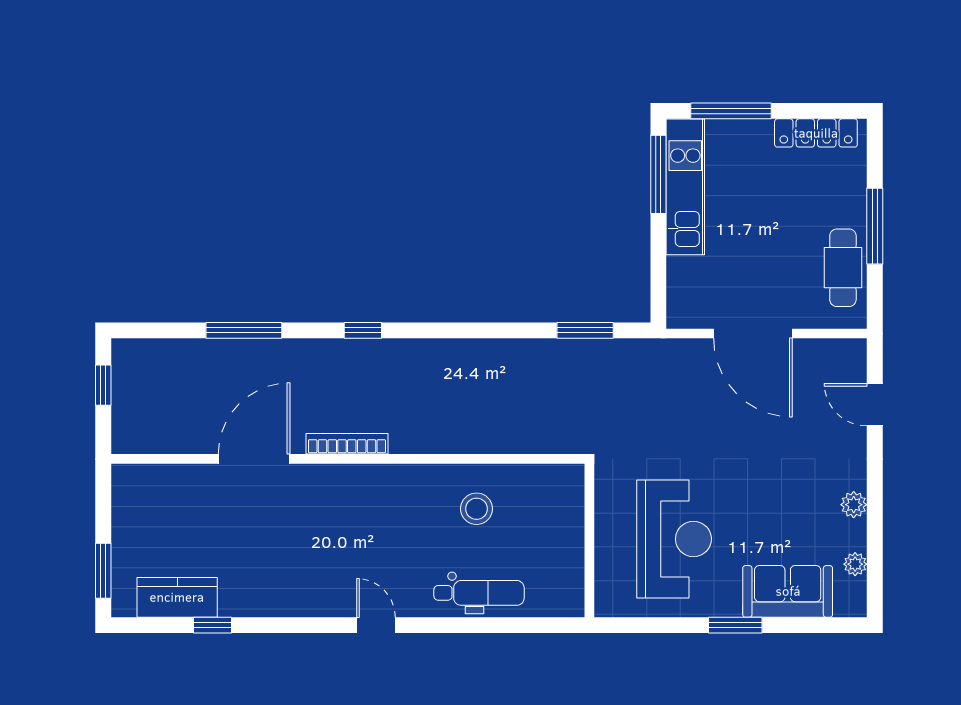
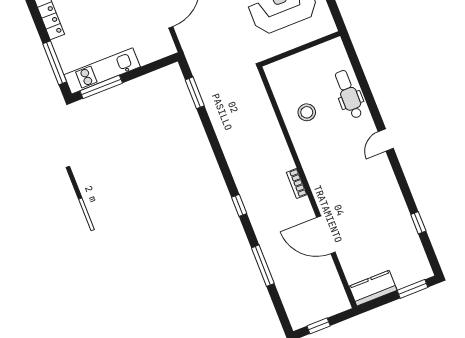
bookcase: (347, 444) -> (297, 183), width x0.64
kitchen counter: (177, 597) -> (373, 288), moved, turned 90

